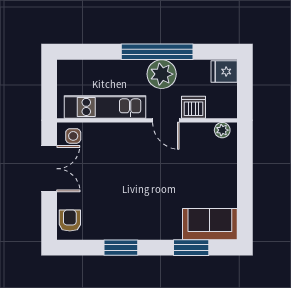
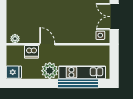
window: (157, 52) -> (78, 83), moved
kitchen unit: (105, 107) -> (82, 72), moved, turned 180

